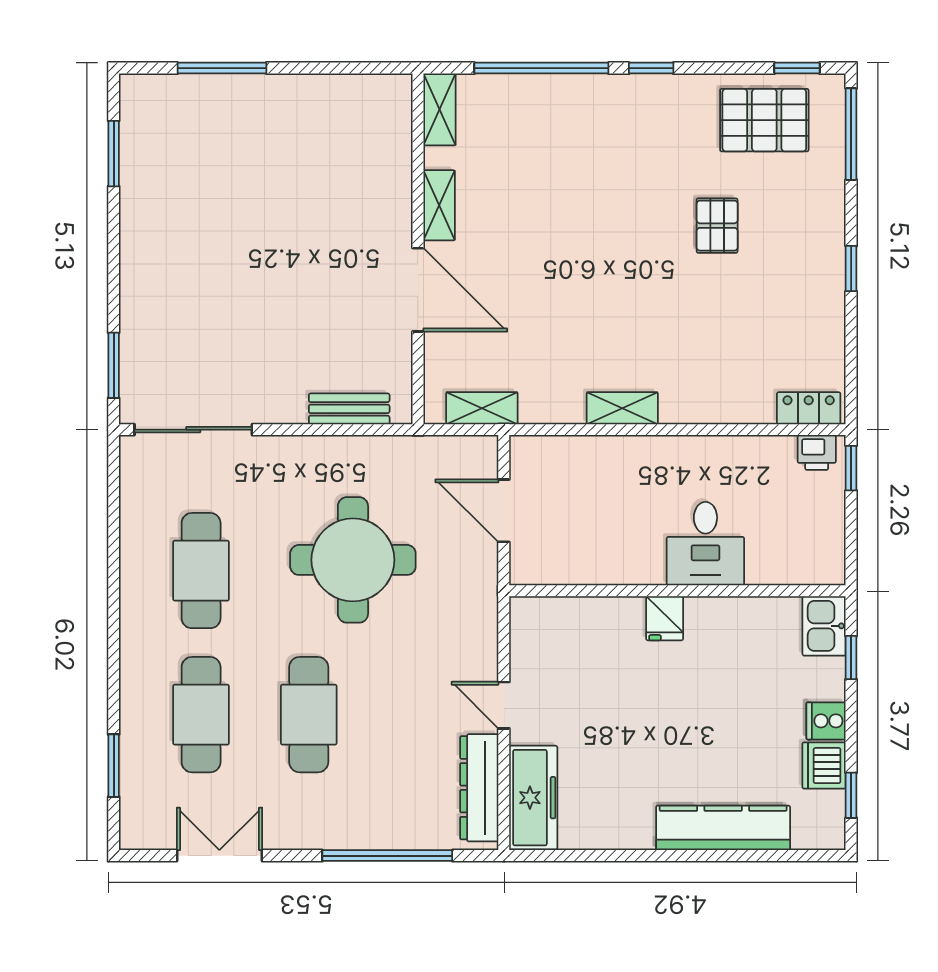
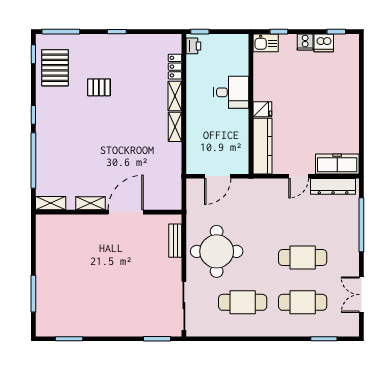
shelving: (482, 408) -> (175, 96), moved
locker: (809, 408) -> (175, 67), moved
round table: (353, 560) -> (217, 251), moved
kitchen counter: (723, 828) -> (263, 146), moved, turned 180

